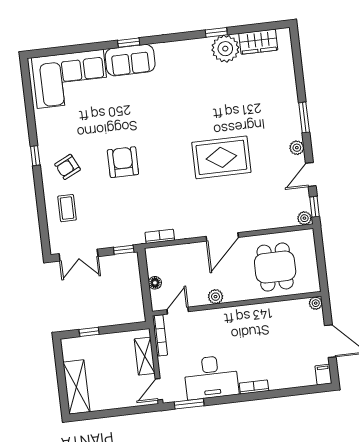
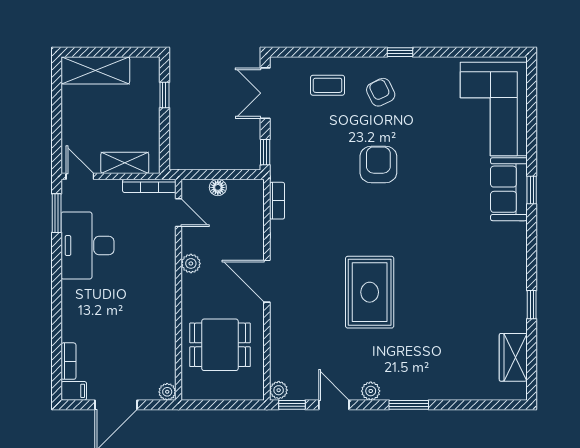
plant: (225, 49) -> (509, 314), removed
armchair: (123, 162) -> (378, 164), turned -90
bookcase: (254, 387) -> (68, 361), moved

